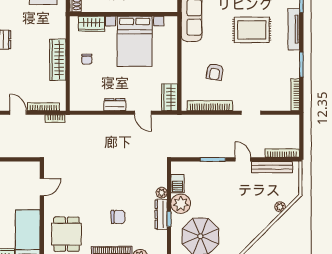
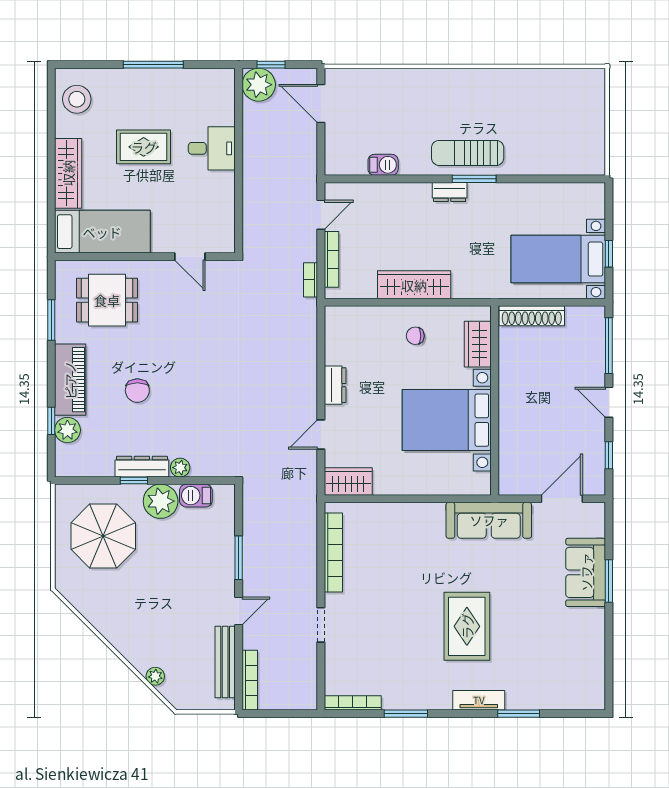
tv unit: (294, 29) -> (479, 700), width x0.71
armchair: (215, 72) -> (393, 561), removed

